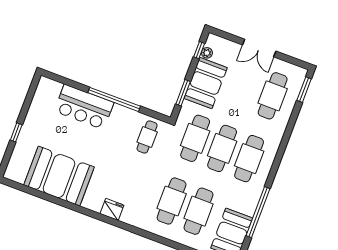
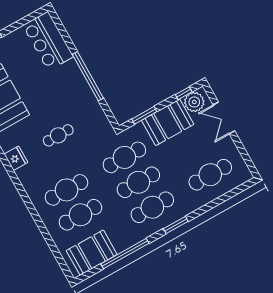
double door: (259, 48) -> (224, 118), moved
plant: (207, 53) -> (194, 102), width x1.87, depth x1.87
window: (304, 90) -> (176, 225), moved
bar counter: (84, 107) -> (48, 41), moved
cafe table: (147, 137) -> (58, 135), moved

